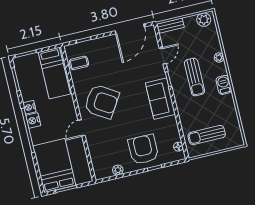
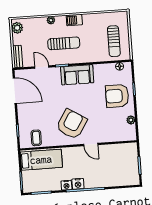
bed: (54, 166) -> (118, 172), removed

